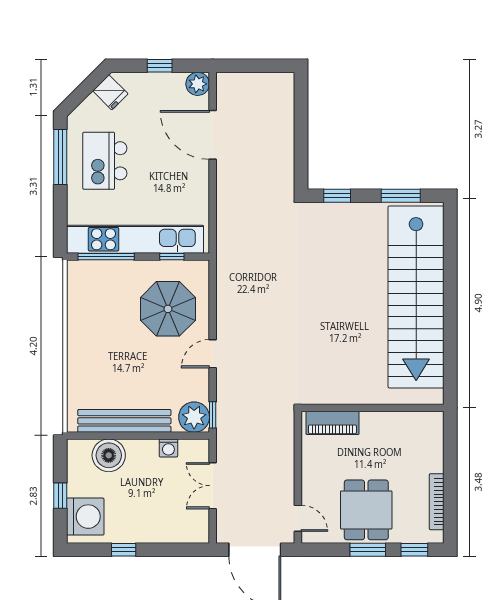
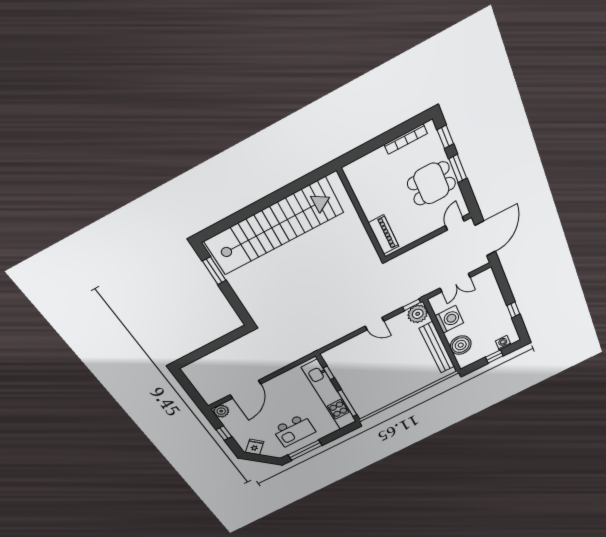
window: (337, 196) -> (238, 307), removed
parasol: (168, 309) -> (360, 359), removed
washing machine: (168, 448) -> (449, 319), width x1.89, depth x1.89
washing machine: (85, 517) -> (503, 343), width x0.53, depth x0.53

